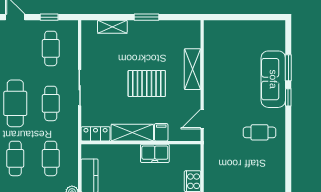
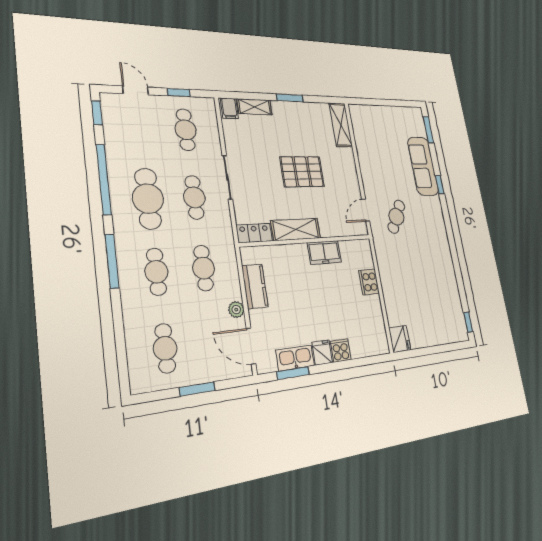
window: (288, 68) -> (428, 130), moved
shelving: (193, 69) -> (341, 125), moved
filing cabinet: (161, 132) -> (229, 108), moved, turned 180
cafe table: (260, 132) -> (396, 217), moved, turned -61

